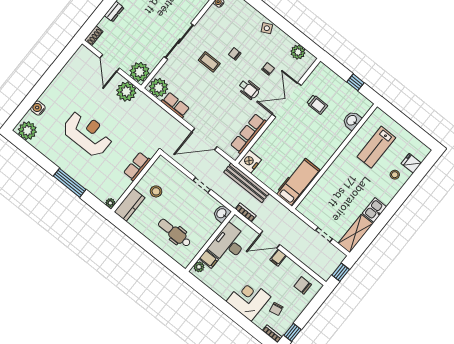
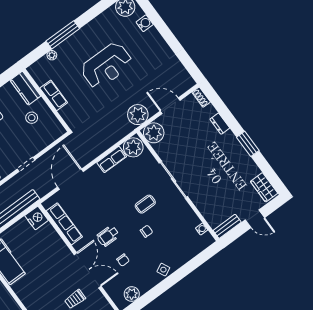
row of seats: (137, 166) -> (54, 95), moved
plant: (110, 203) -> (52, 55), moved

